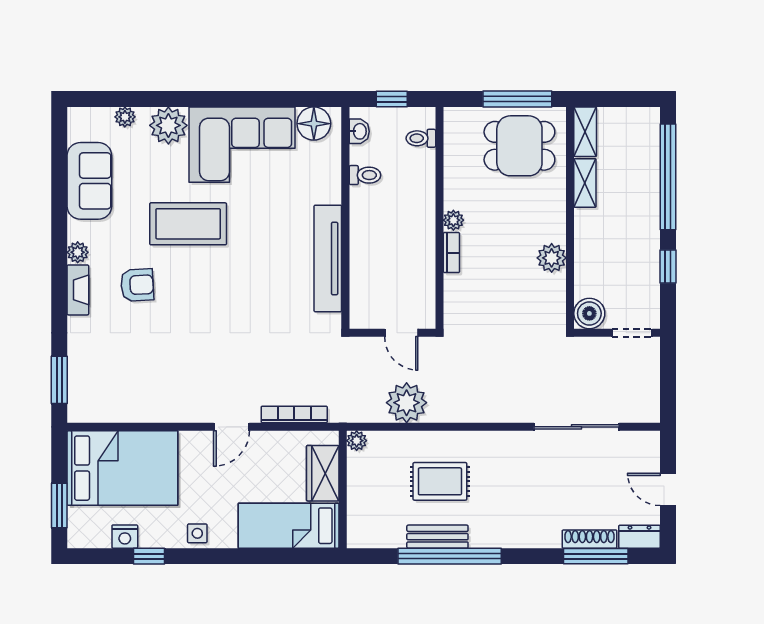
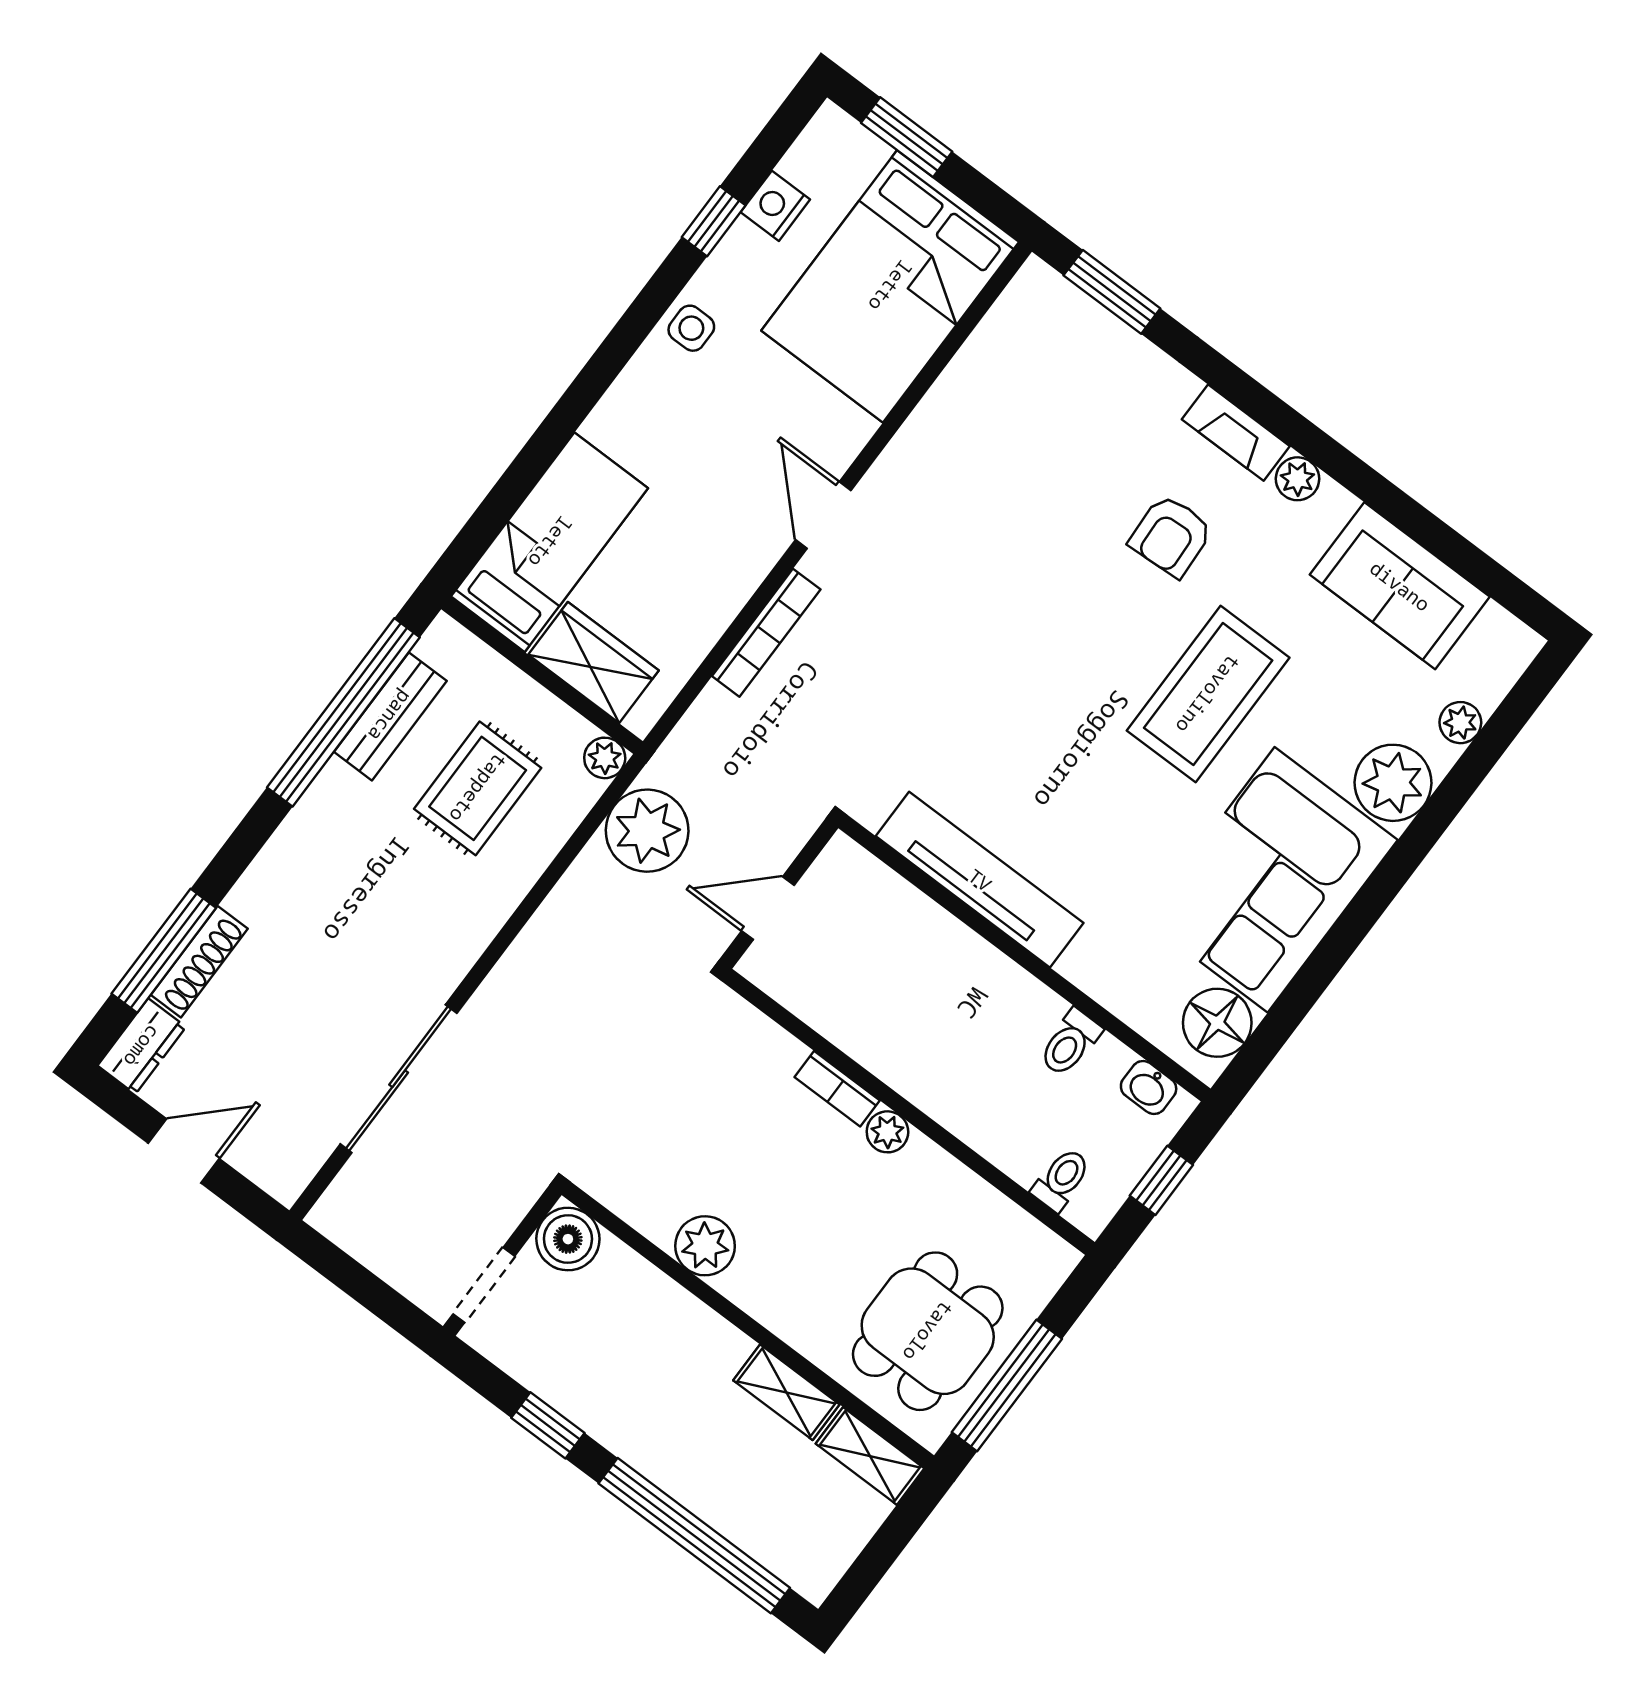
plant: (357, 441) -> (605, 758), moved
wardrobe: (323, 473) -> (593, 662), moved
wall: (343, 489) -> (542, 675), moved
bed: (289, 526) -> (550, 542), moved

